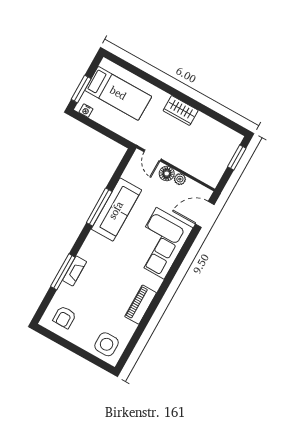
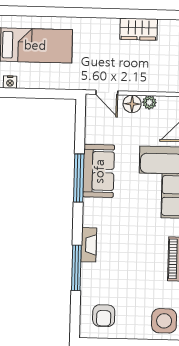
wardrobe: (181, 110) -> (139, 29), moved
sofa: (116, 210) -> (99, 171), width x0.73
fireplace: (75, 271) -> (89, 245), moved

